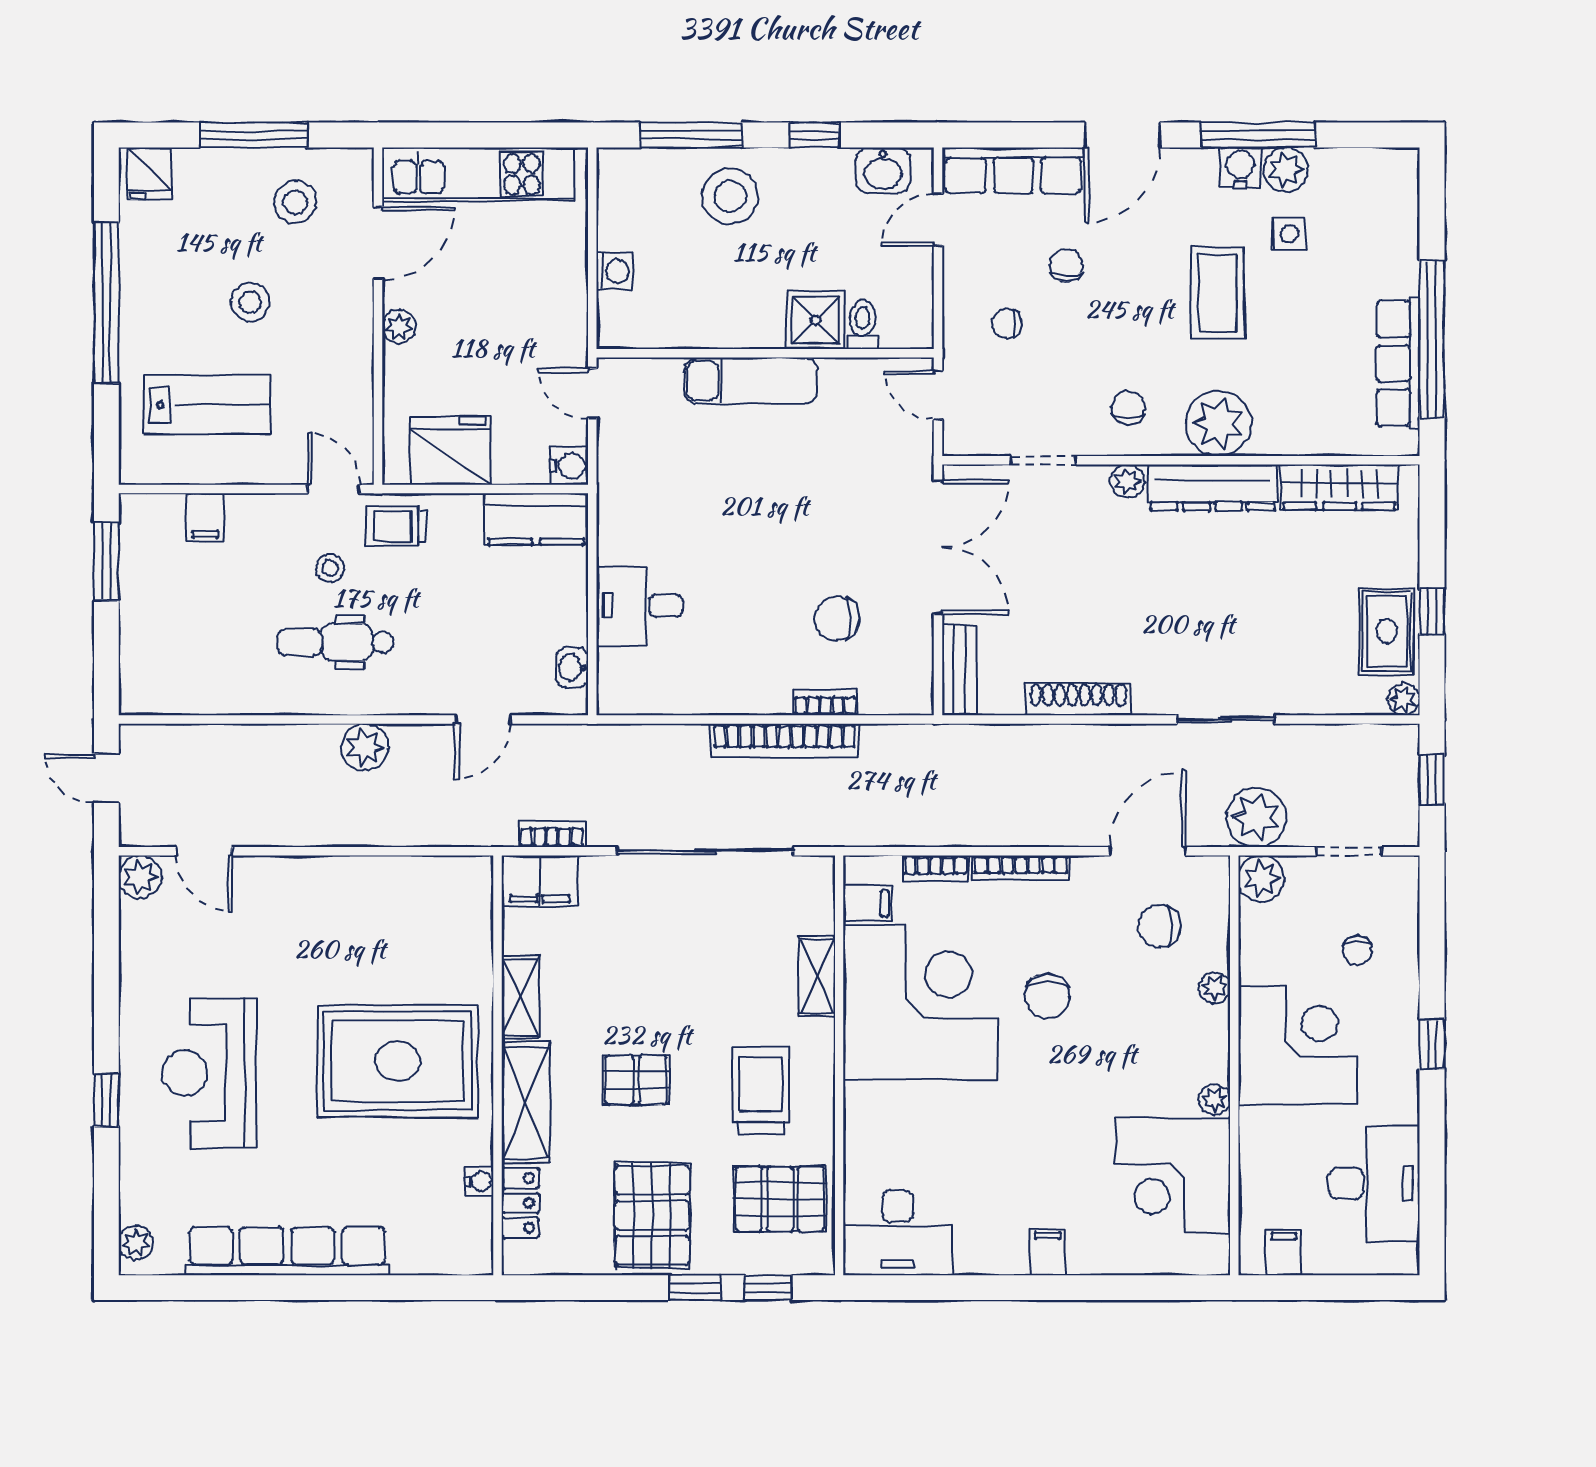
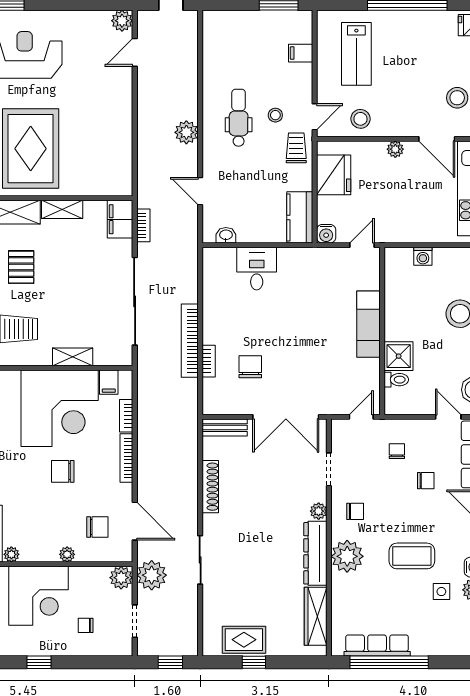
stool: (250, 302) -> (360, 119), moved
plant: (1404, 699) -> (210, 648), removed
chair: (1159, 926) -> (97, 527), turned 90

